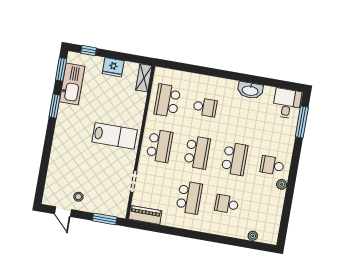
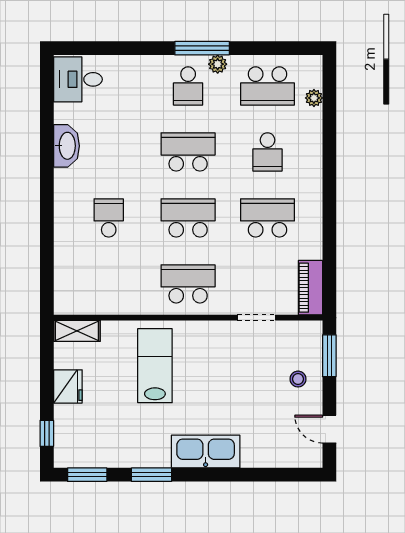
kitchen sink: (72, 84) -> (206, 452), moved
school desk: (167, 101) -> (267, 86), moved
window: (302, 122) -> (202, 48), moved
lab bench: (115, 136) -> (155, 366), moved
stool: (78, 197) -> (298, 379), moved
door: (63, 212) -> (329, 429), swing flipped

